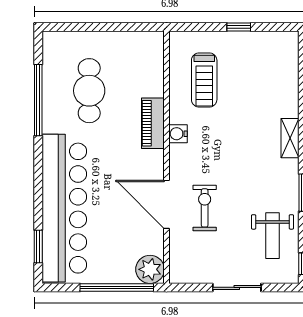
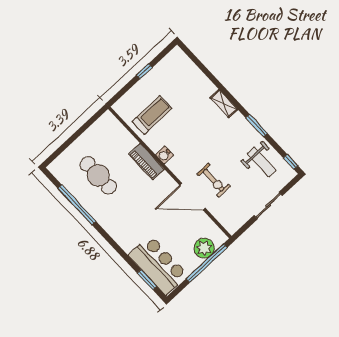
treadmill: (204, 80) -> (152, 115), turned -90
bar counter: (64, 208) -> (158, 265), width x0.54
exercise bike: (205, 208) -> (214, 180), turned 180
plant: (150, 269) -> (204, 248), moved

